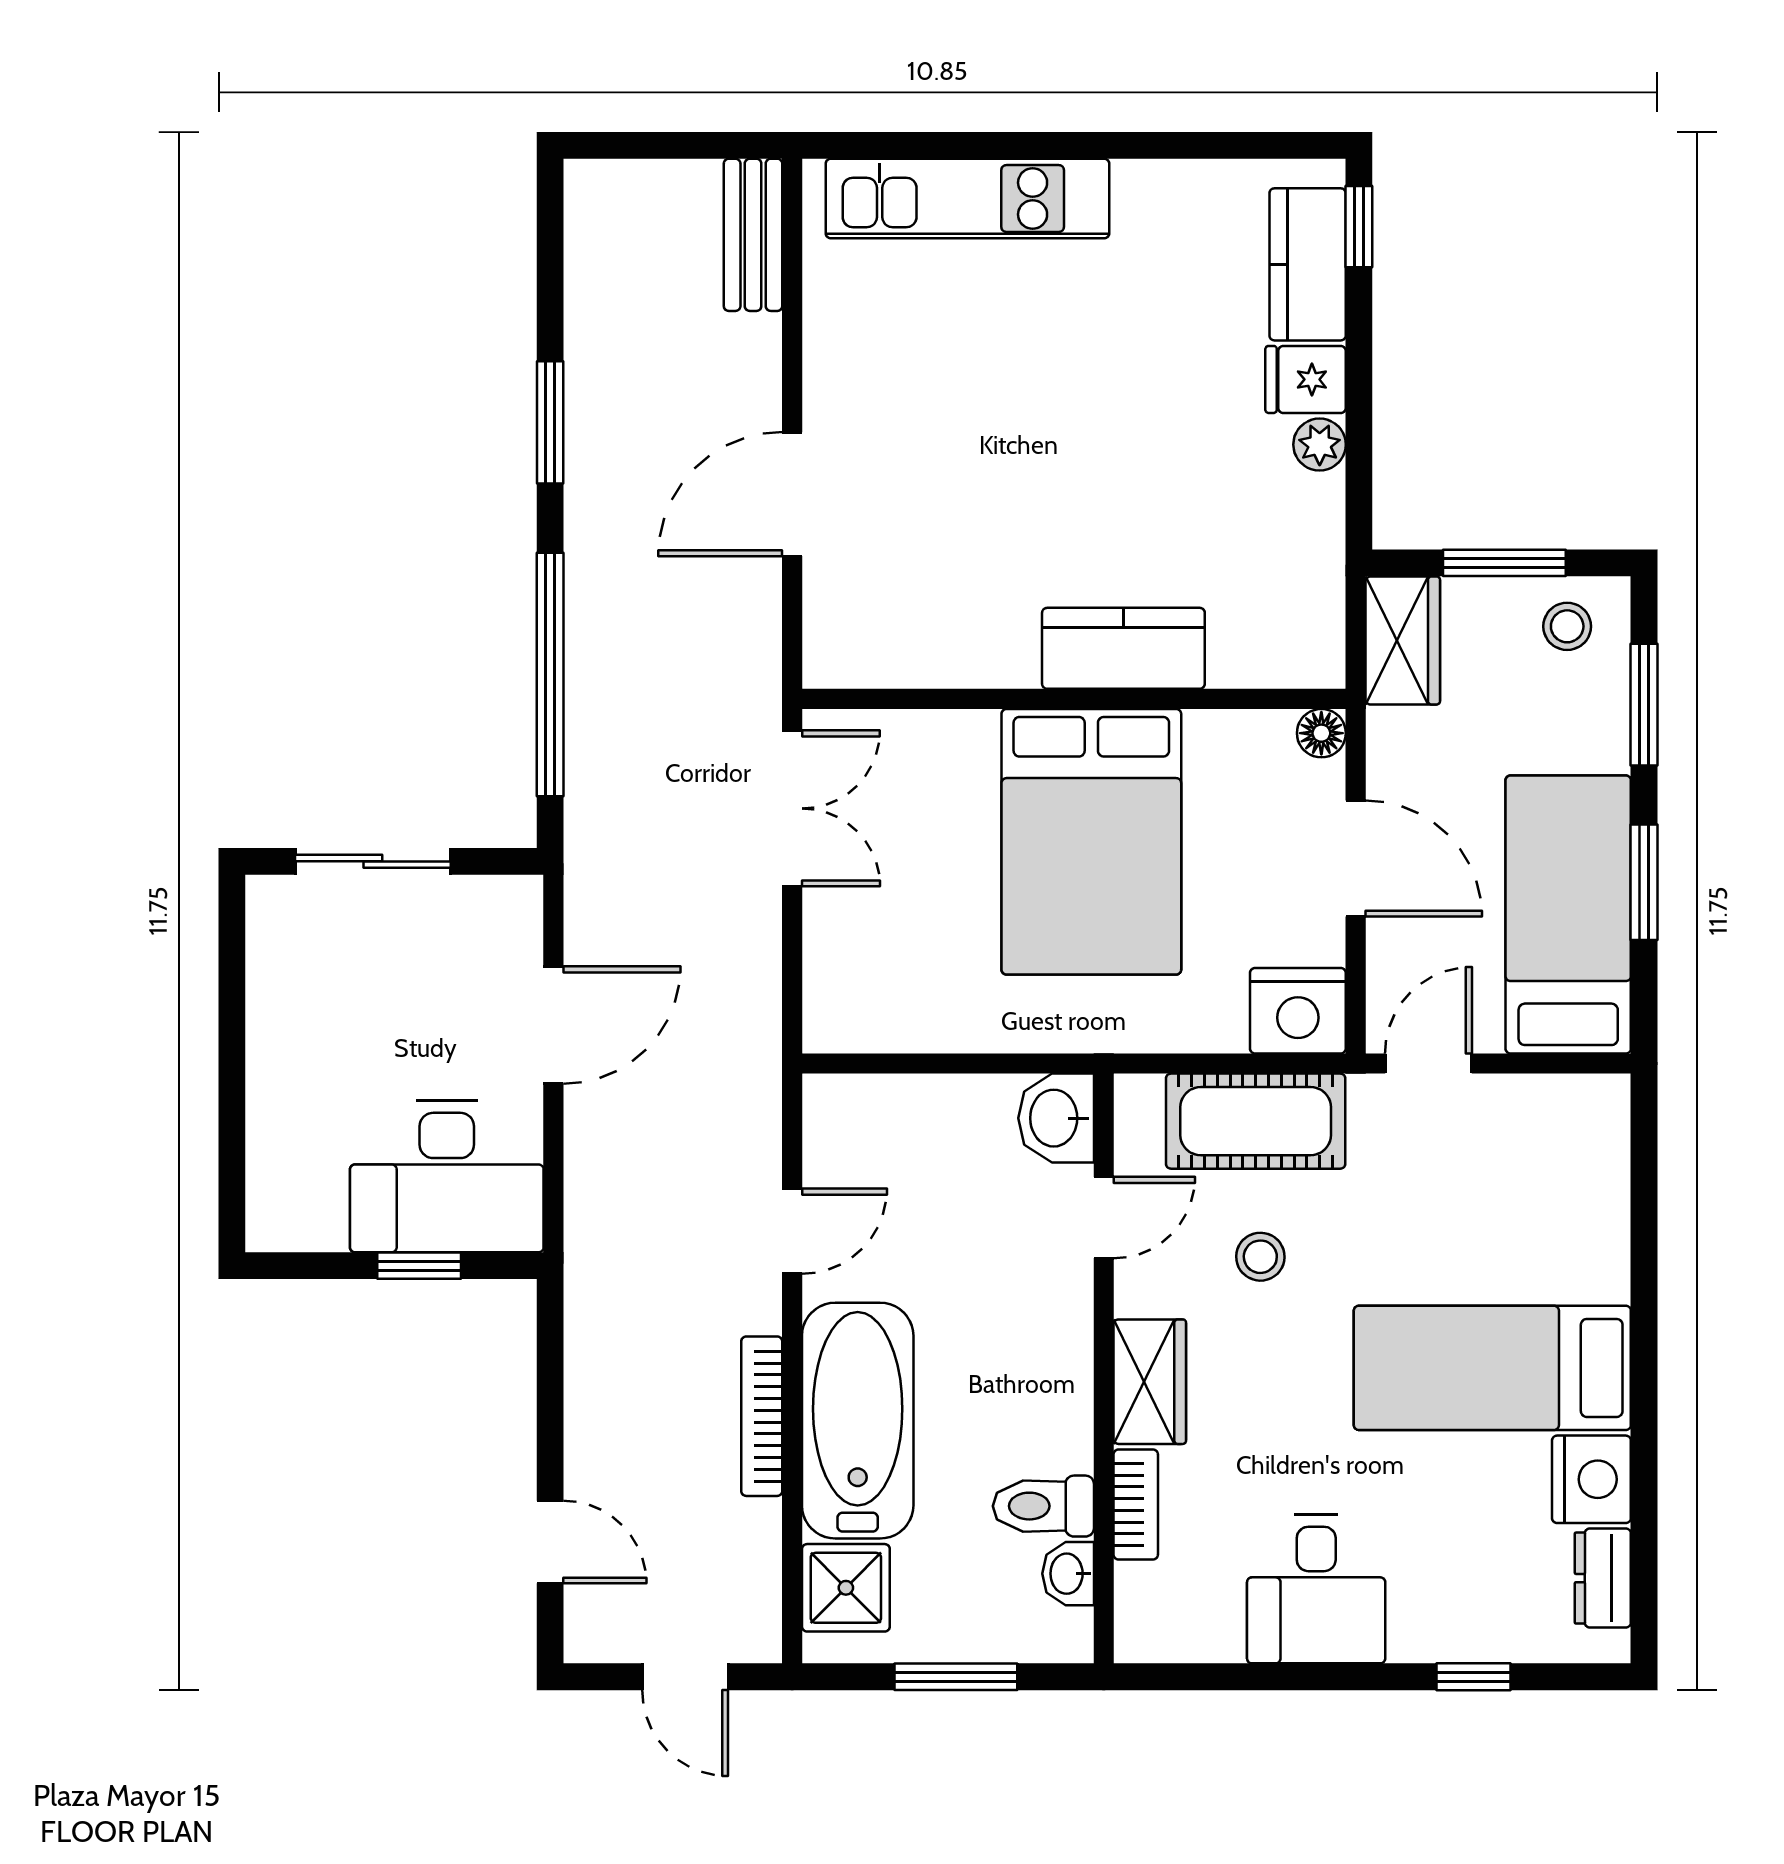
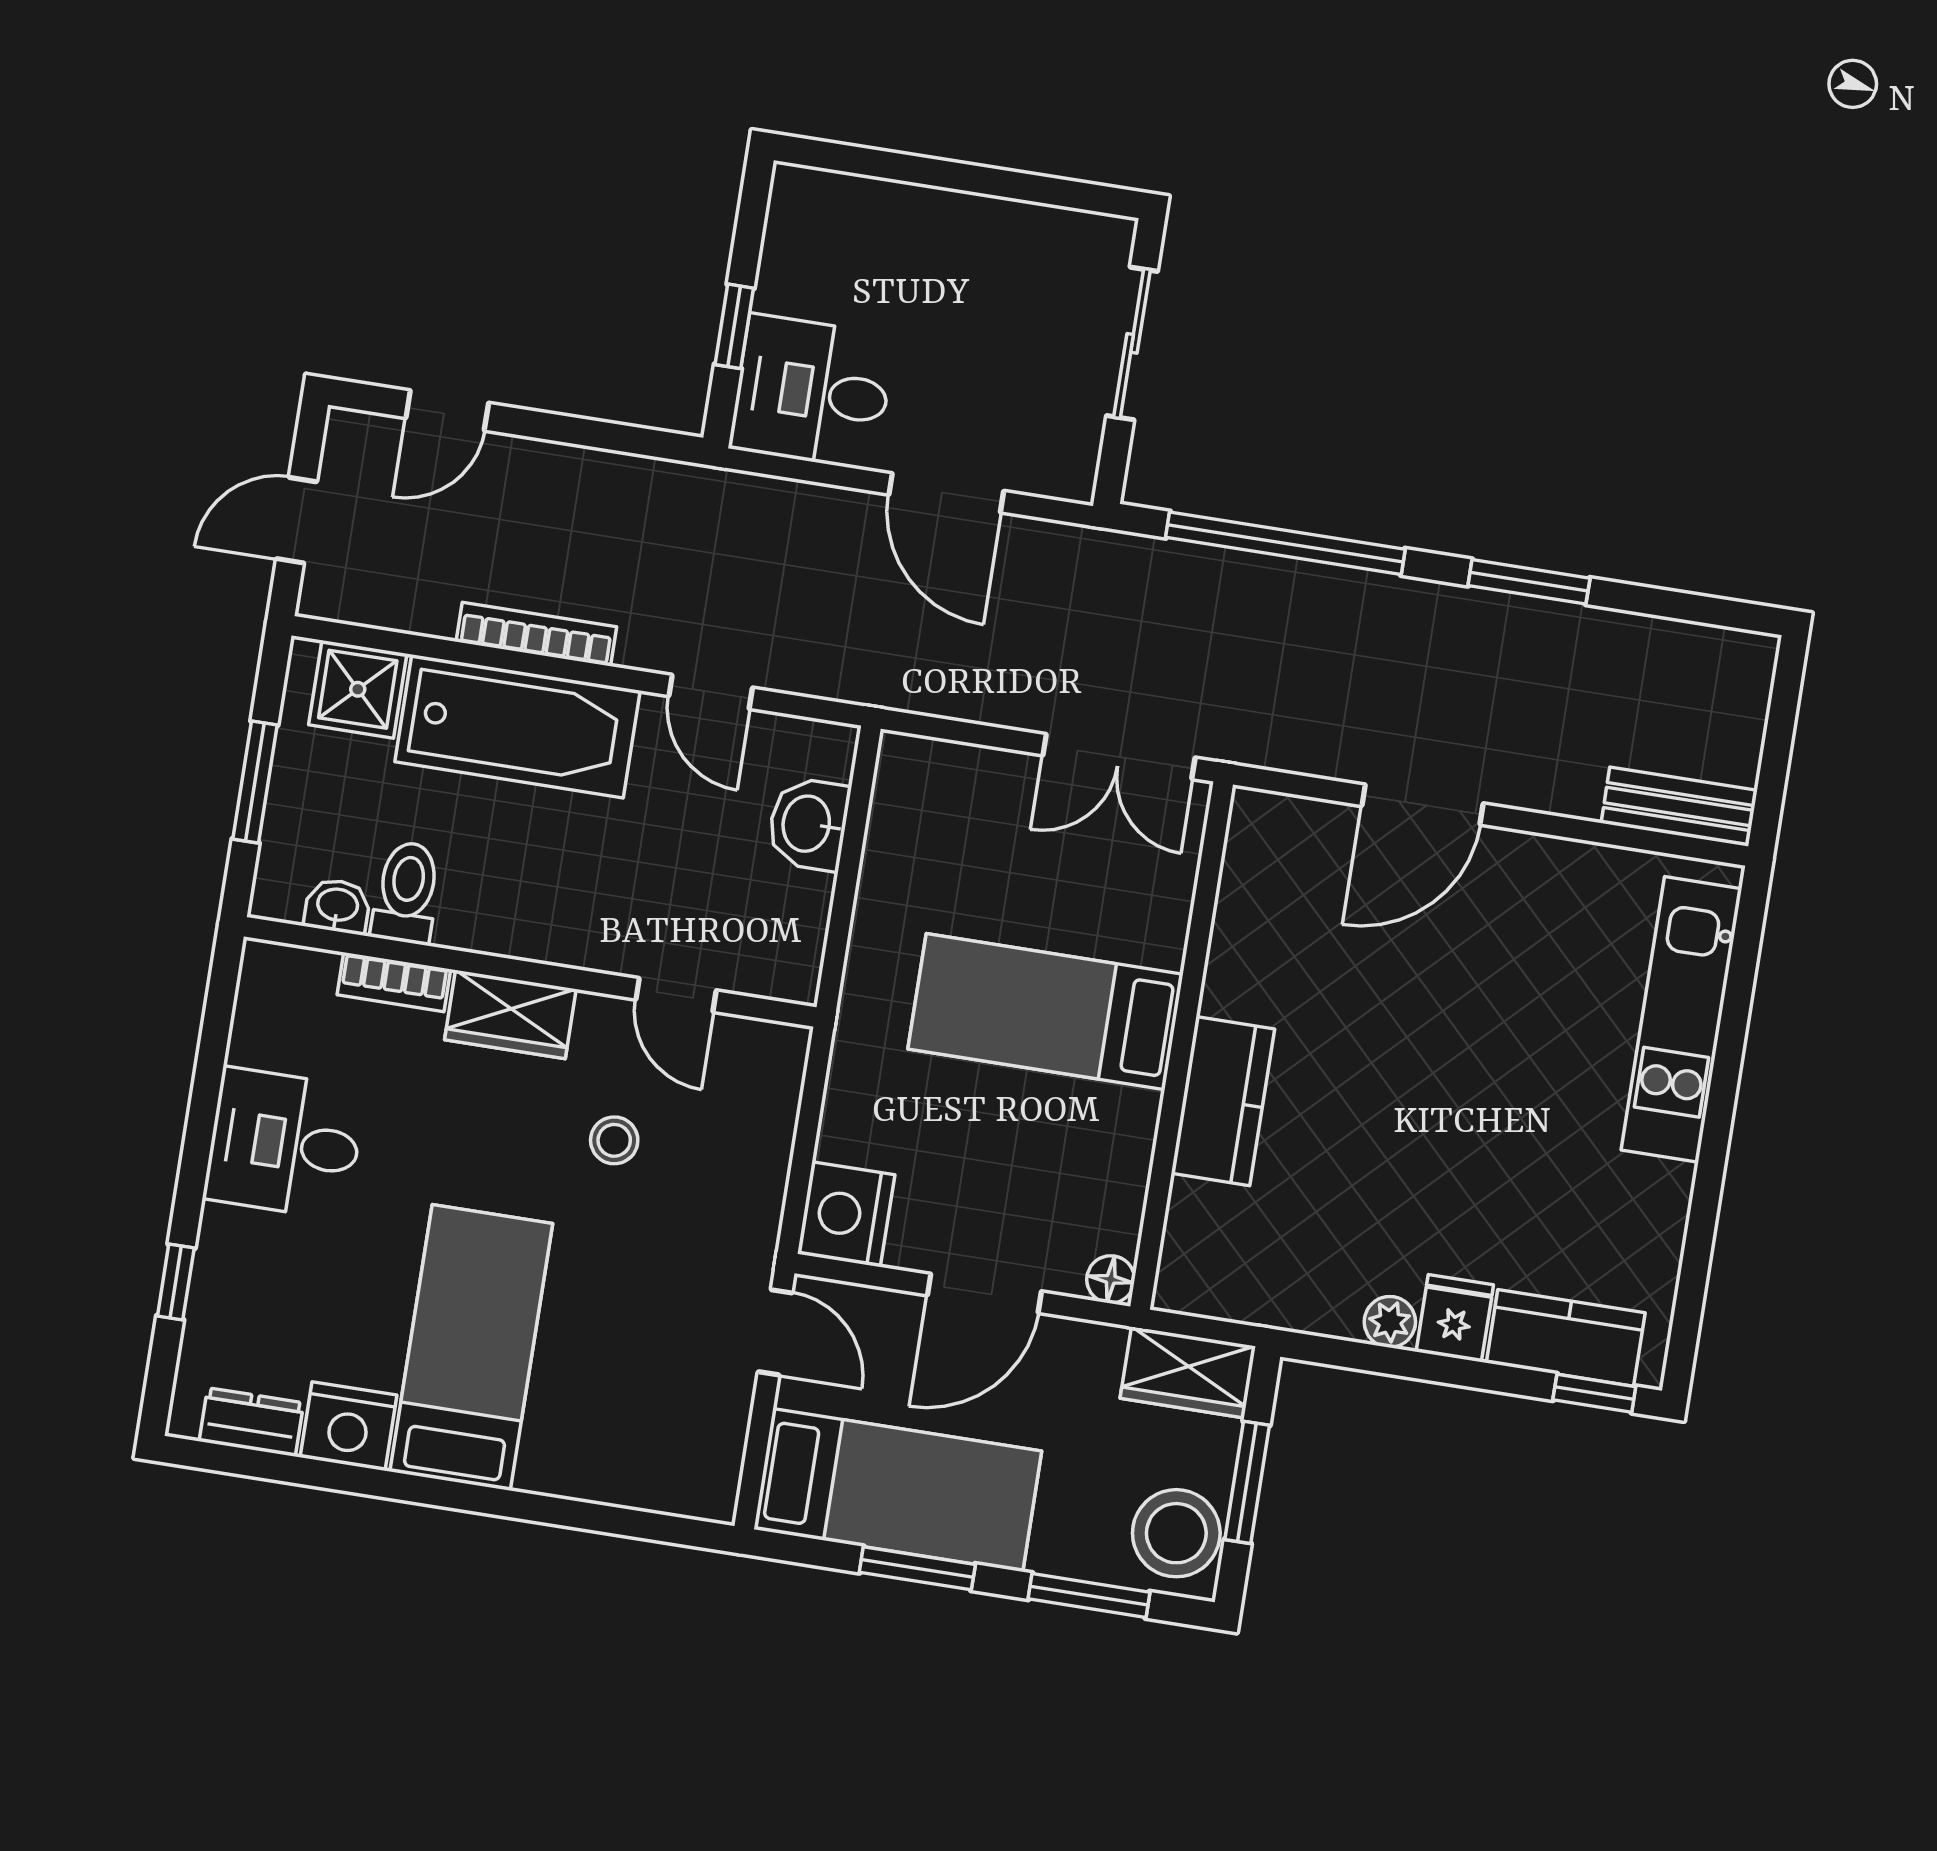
door: (792, 494) -> (1423, 805), swing flipped
stool: (1567, 626) -> (1176, 1533), width x1.89, depth x1.89
bed: (1091, 842) -> (1046, 1012), width x0.67
washbasin: (1056, 1118) -> (808, 824), moved, turned -90
cot: (1256, 1121) -> (746, 1157), removed
desk: (447, 1176) -> (812, 392), width x0.73

